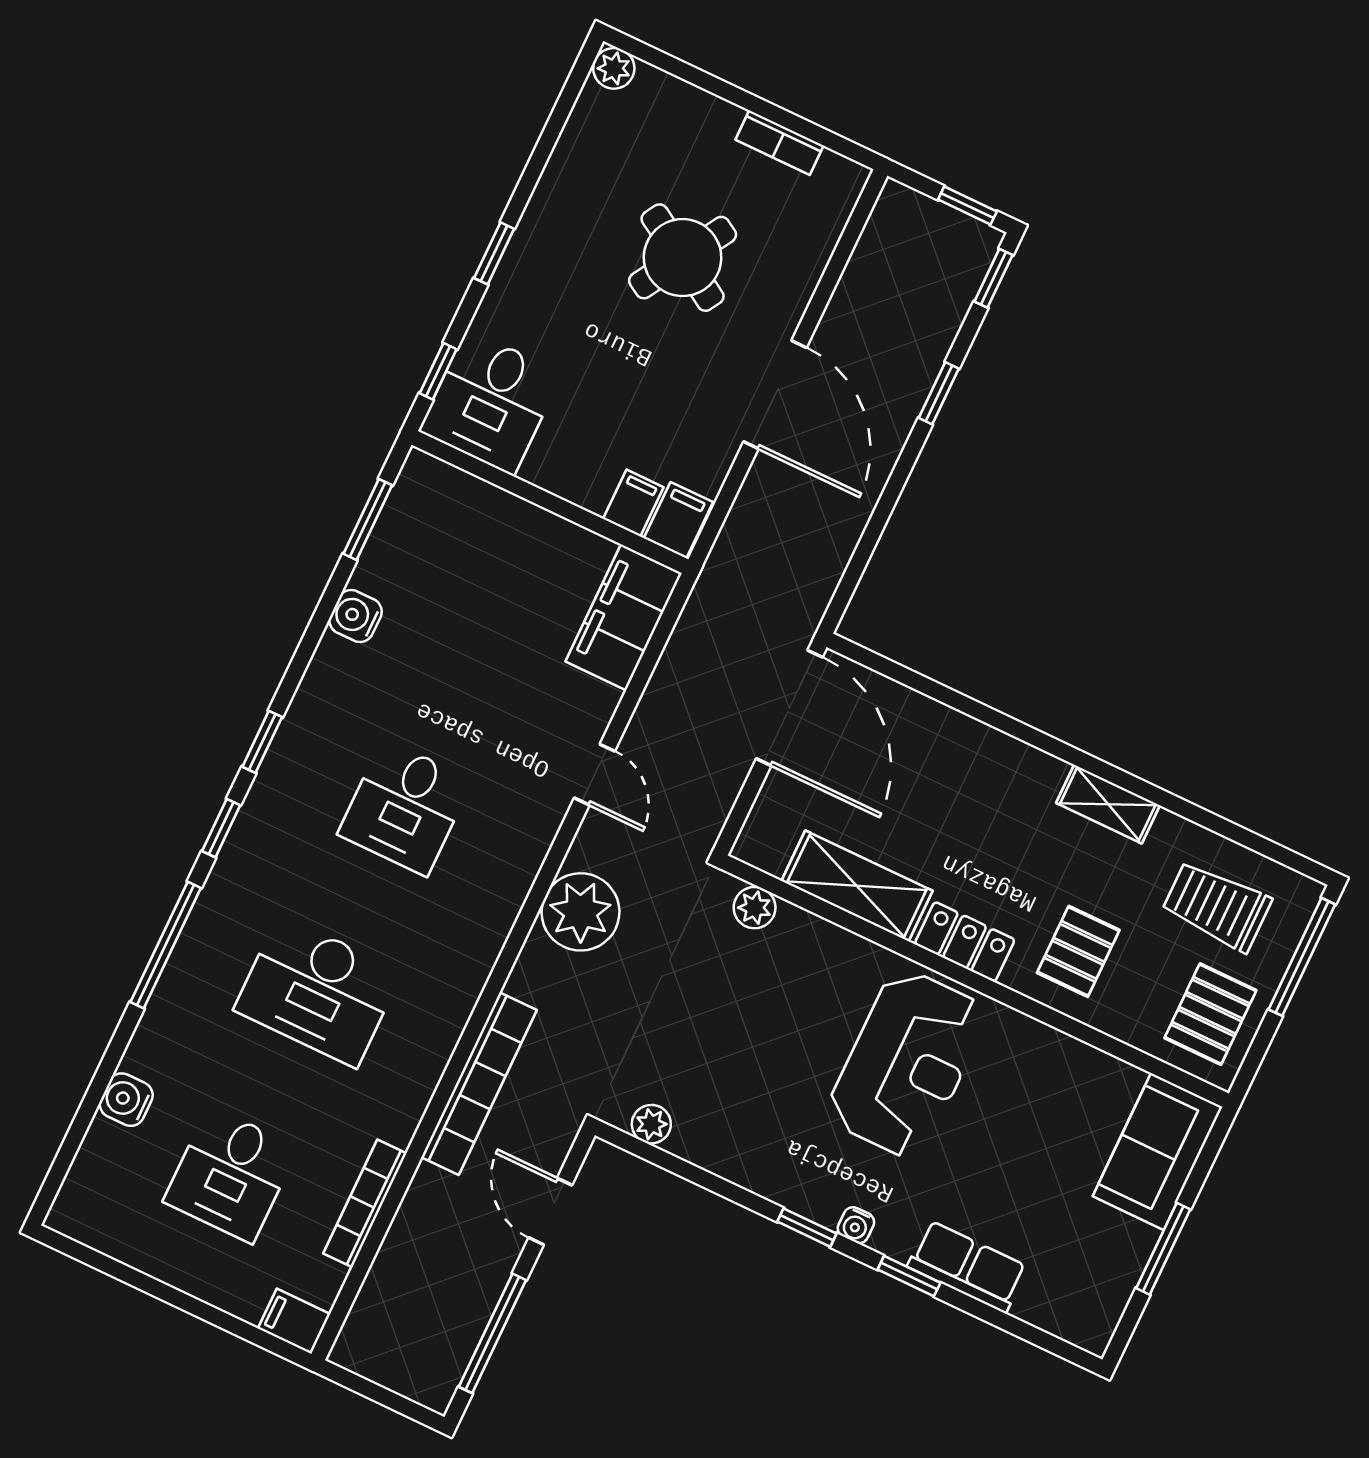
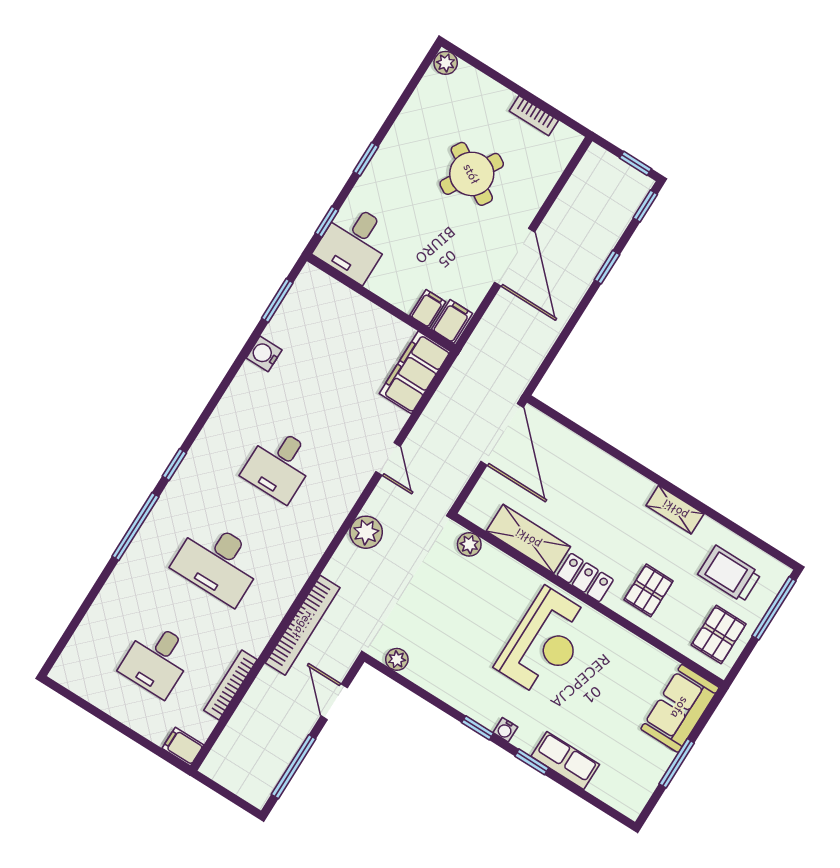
window: (262, 742) -> (203, 419), removed
plant: (580, 912) -> (366, 532), width x0.73, depth x0.73
water cooler: (126, 1100) -> (103, 611), removed

